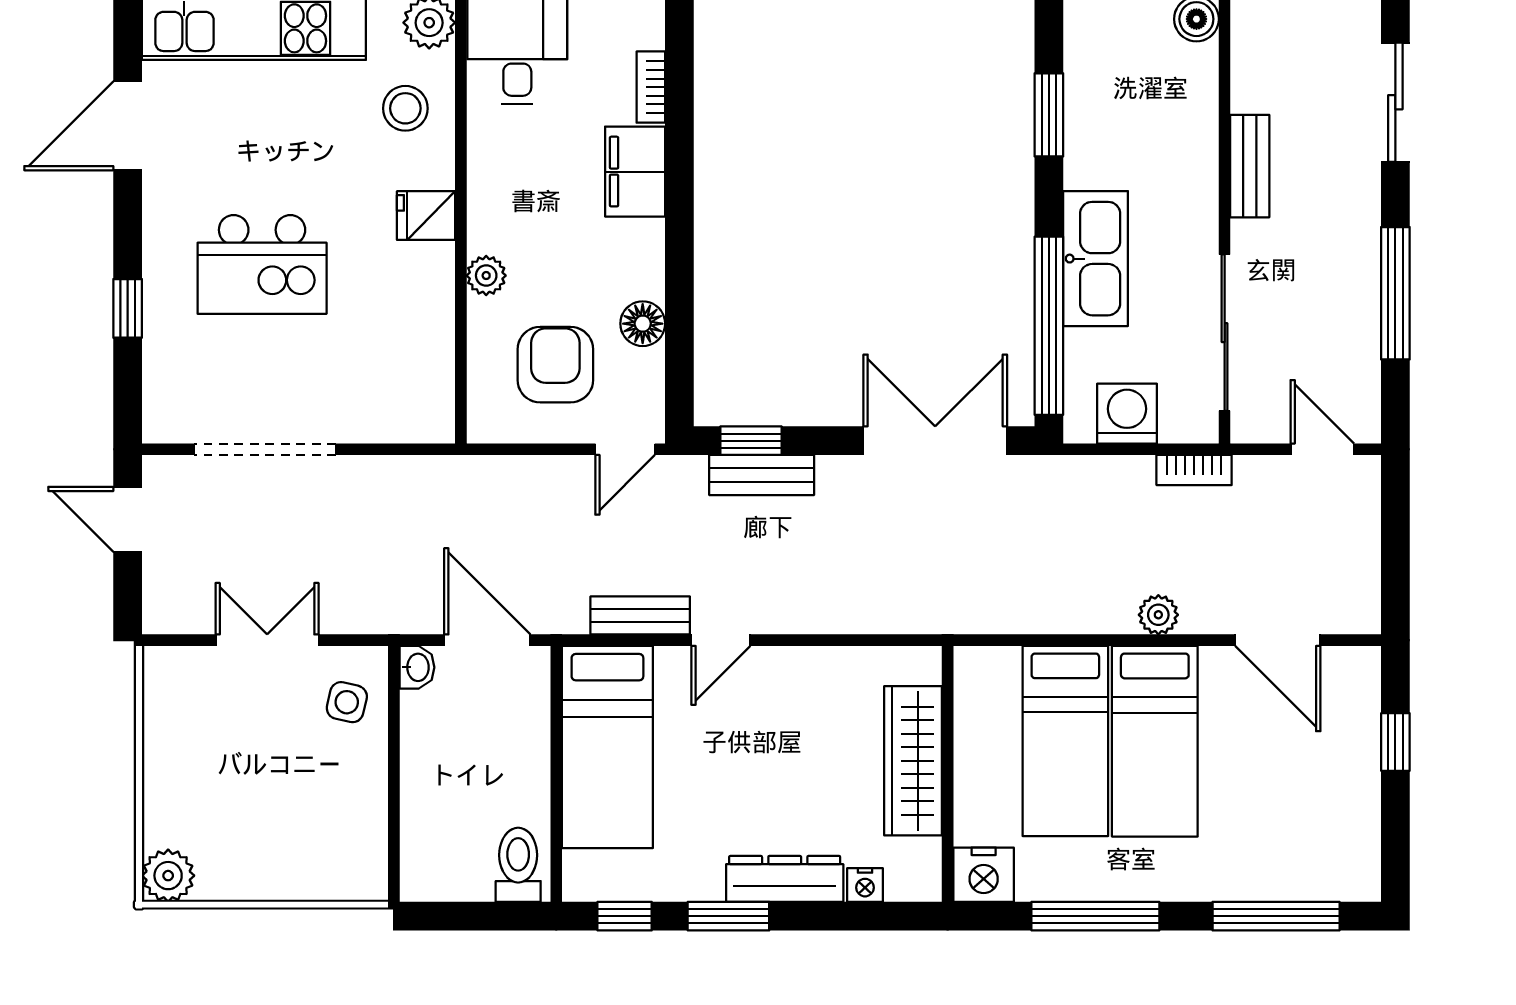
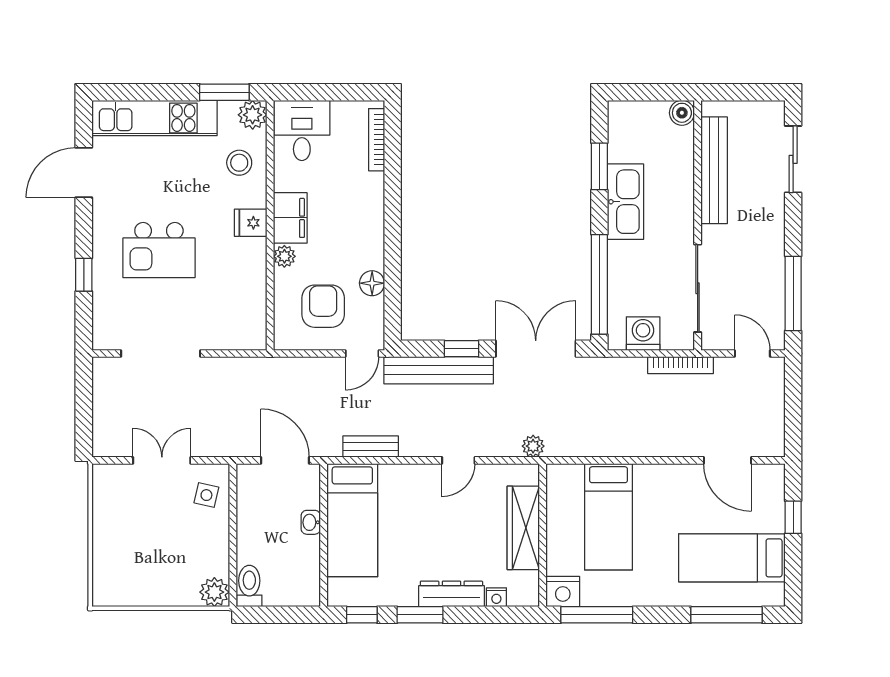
bookcase: (651, 87) -> (377, 140), width x1.56
bench: (1250, 166) -> (714, 170), width x1.86, depth x1.21
filing cabinet: (635, 172) -> (290, 218), moved, turned 180
kitchen sink: (1096, 259) -> (625, 202), moved
window: (1395, 293) -> (793, 293), moved
window: (751, 441) -> (462, 349), moved
bookcase: (1194, 470) -> (681, 365), width x1.56
bench: (762, 475) -> (439, 370), width x1.86, depth x1.21
door: (128, 519) -> (84, 393), removed
plant: (1158, 615) -> (533, 446), moved
door: (721, 640) -> (458, 460), moved
washbasin: (417, 667) -> (311, 522), moved, turned 180
bed: (1155, 741) -> (732, 558), moved, turned 90
toilet: (518, 865) -> (249, 586), moved
plant: (168, 876) -> (214, 592), moved
window: (1095, 916) -> (597, 615), moved

